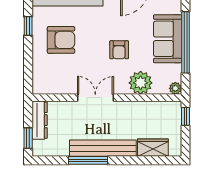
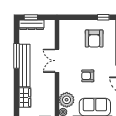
plant: (141, 83) -> (67, 100), moved
double door: (95, 98) -> (57, 61), swing flipped
dresser: (40, 120) -> (32, 25), moved

